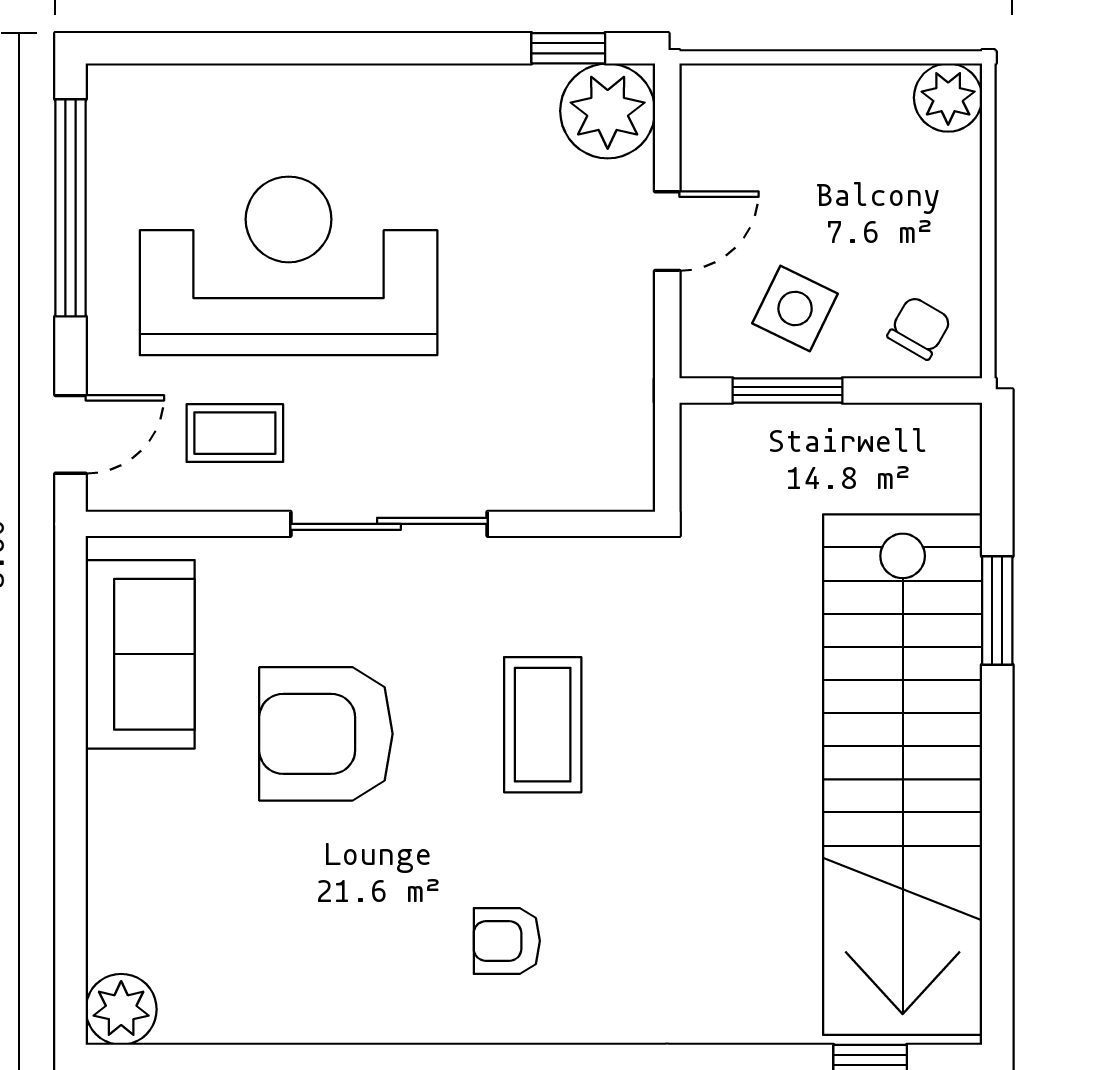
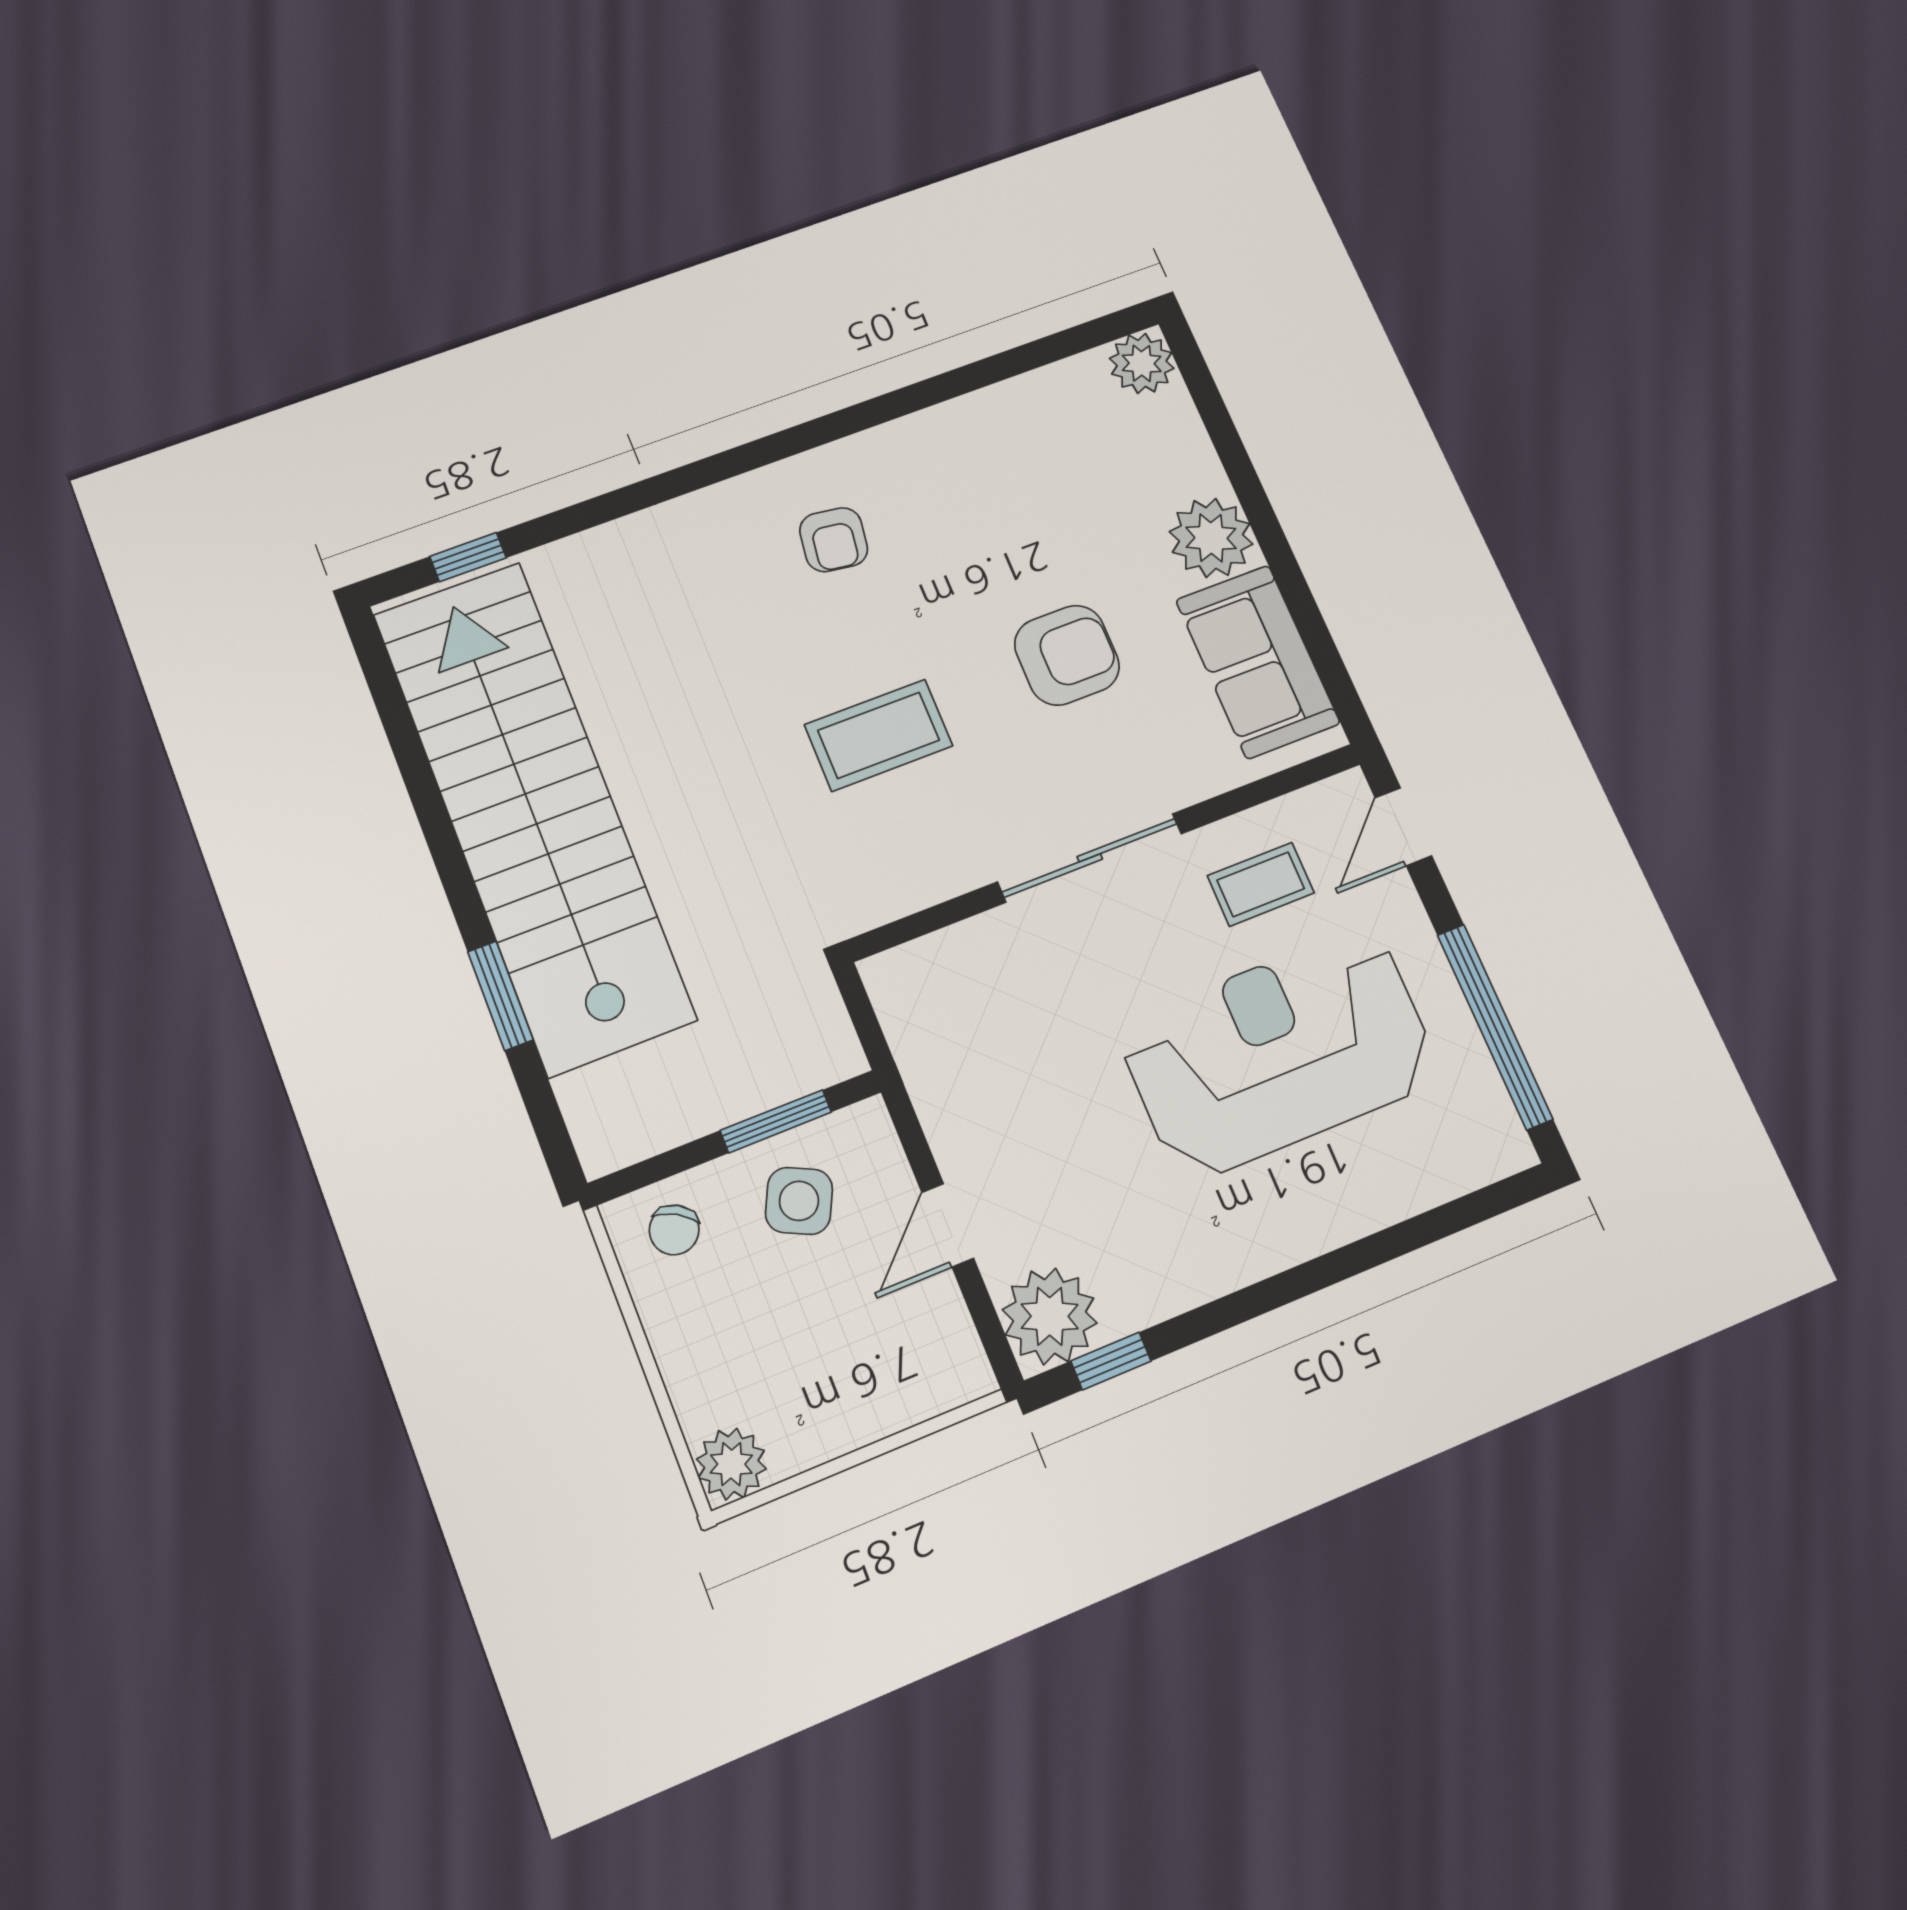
reception desk: (289, 266) -> (1279, 1053), turned 180
coffee table: (543, 725) -> (879, 735), turned 90
armchair: (326, 734) -> (1067, 655), width x0.73, depth x0.73
plant: (131, 799) -> (1211, 538), added
armchair: (507, 941) -> (834, 540), turned 98

